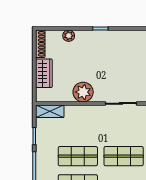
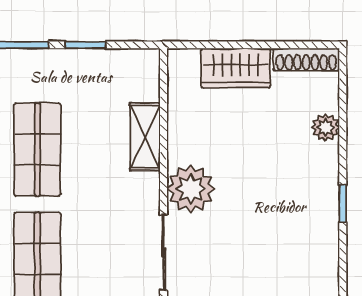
plant: (83, 92) -> (191, 189), moved
shelving: (50, 111) -> (145, 137), moved

